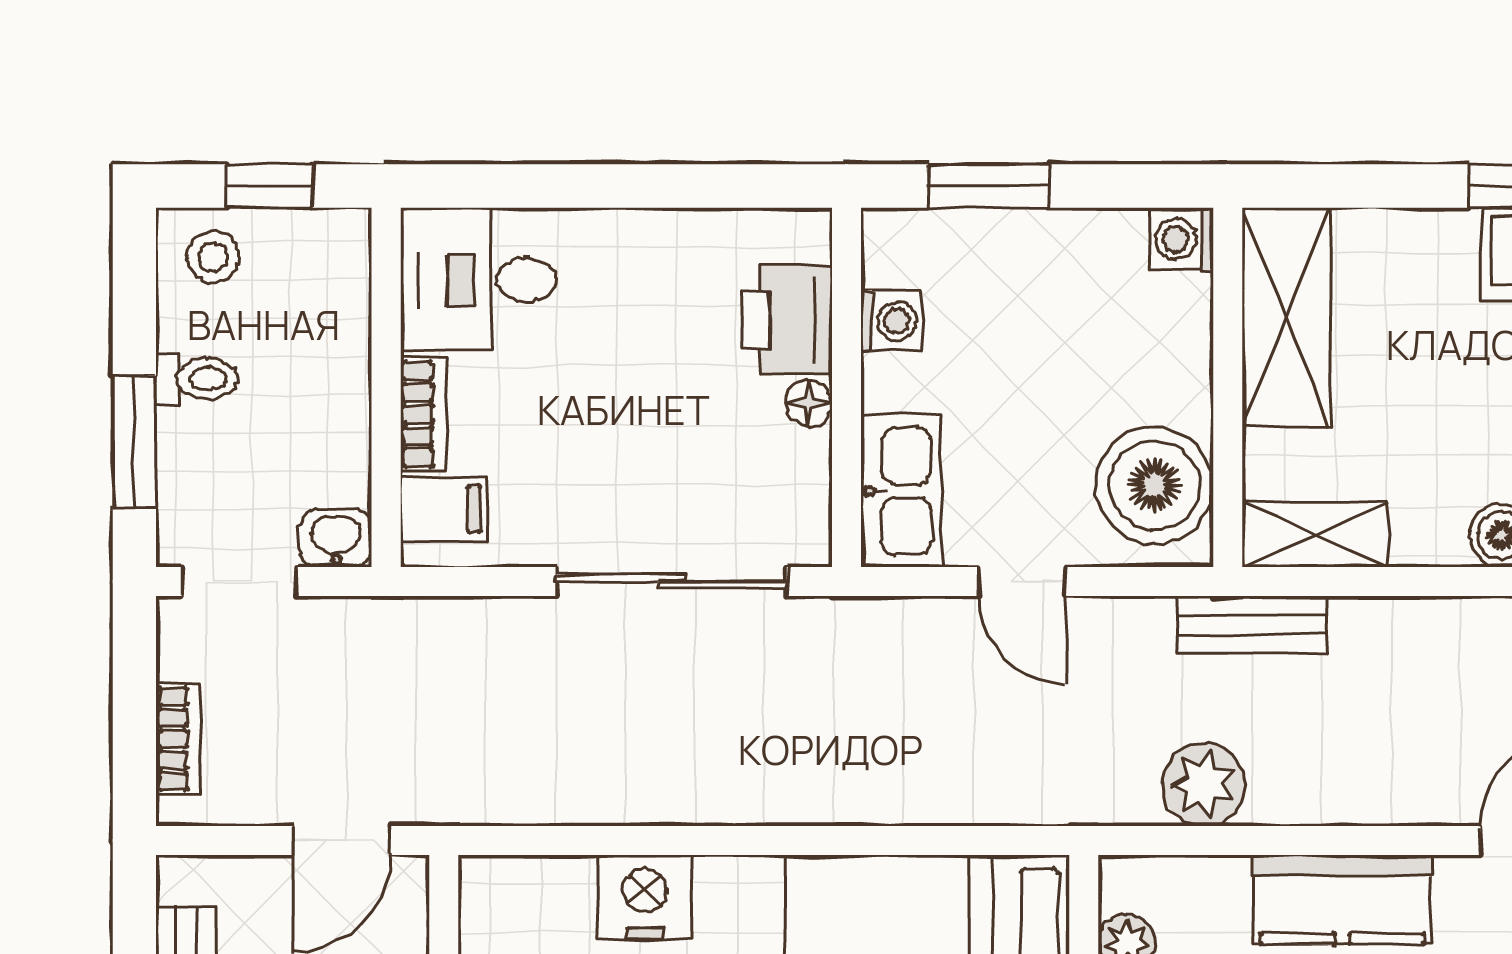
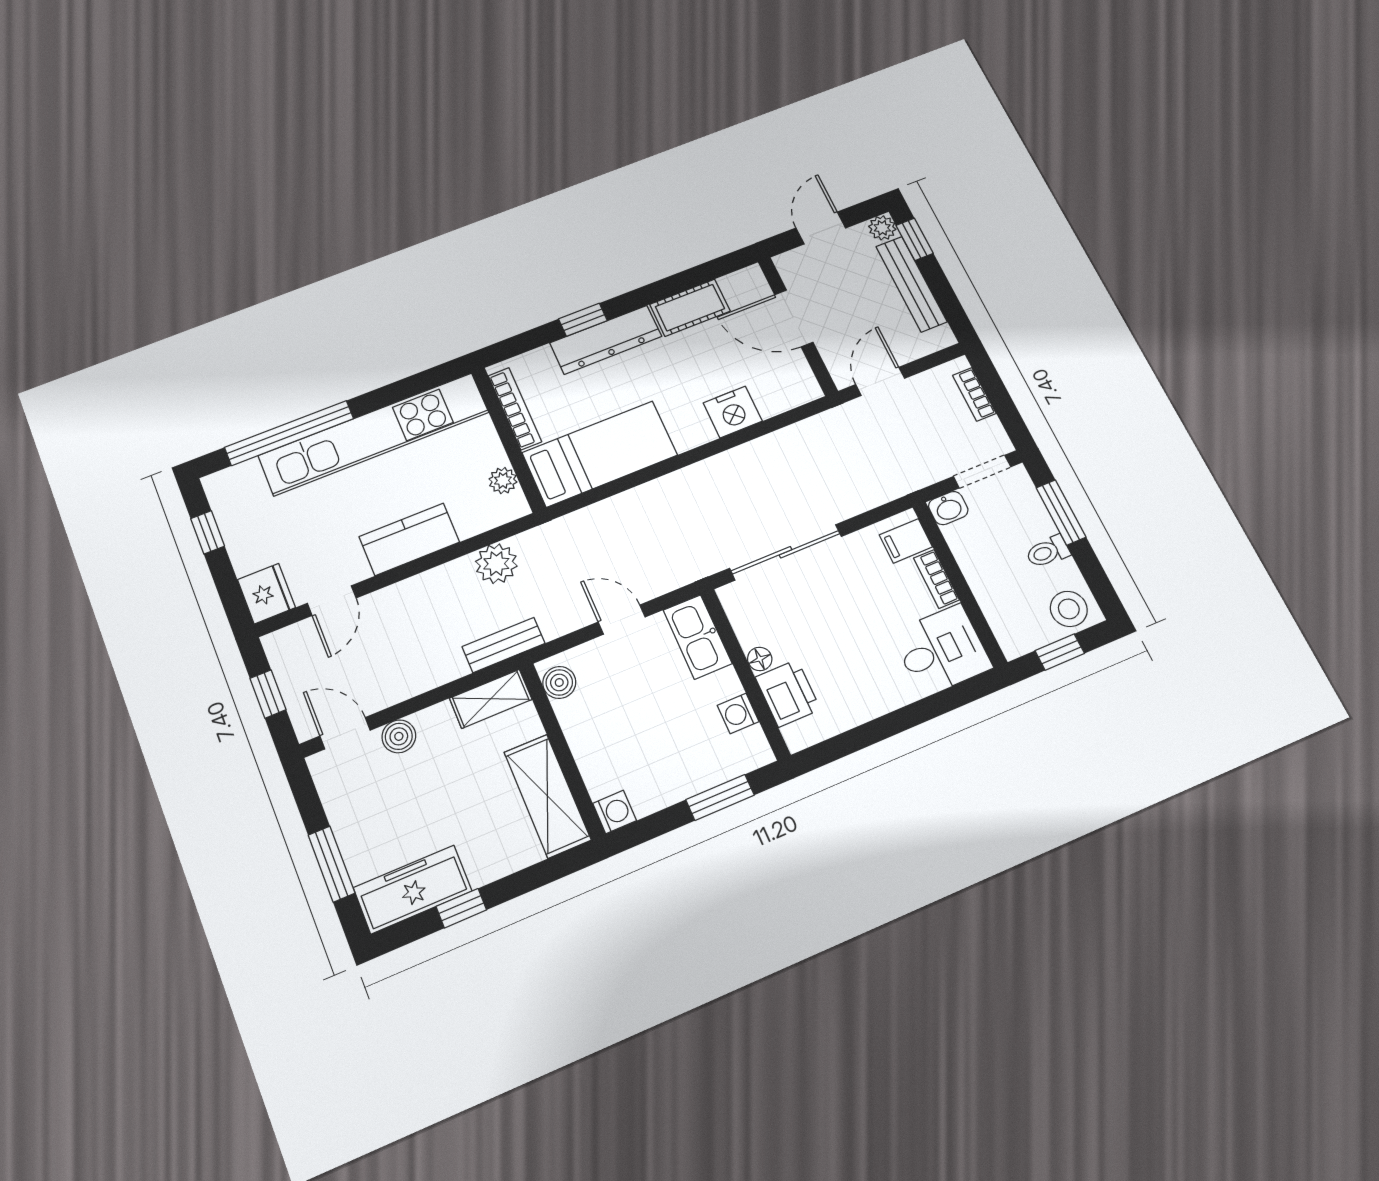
stool: (213, 257) -> (1069, 609), width x1.37, depth x1.37
boiler: (1154, 485) -> (559, 682), width x0.54, depth x0.54

